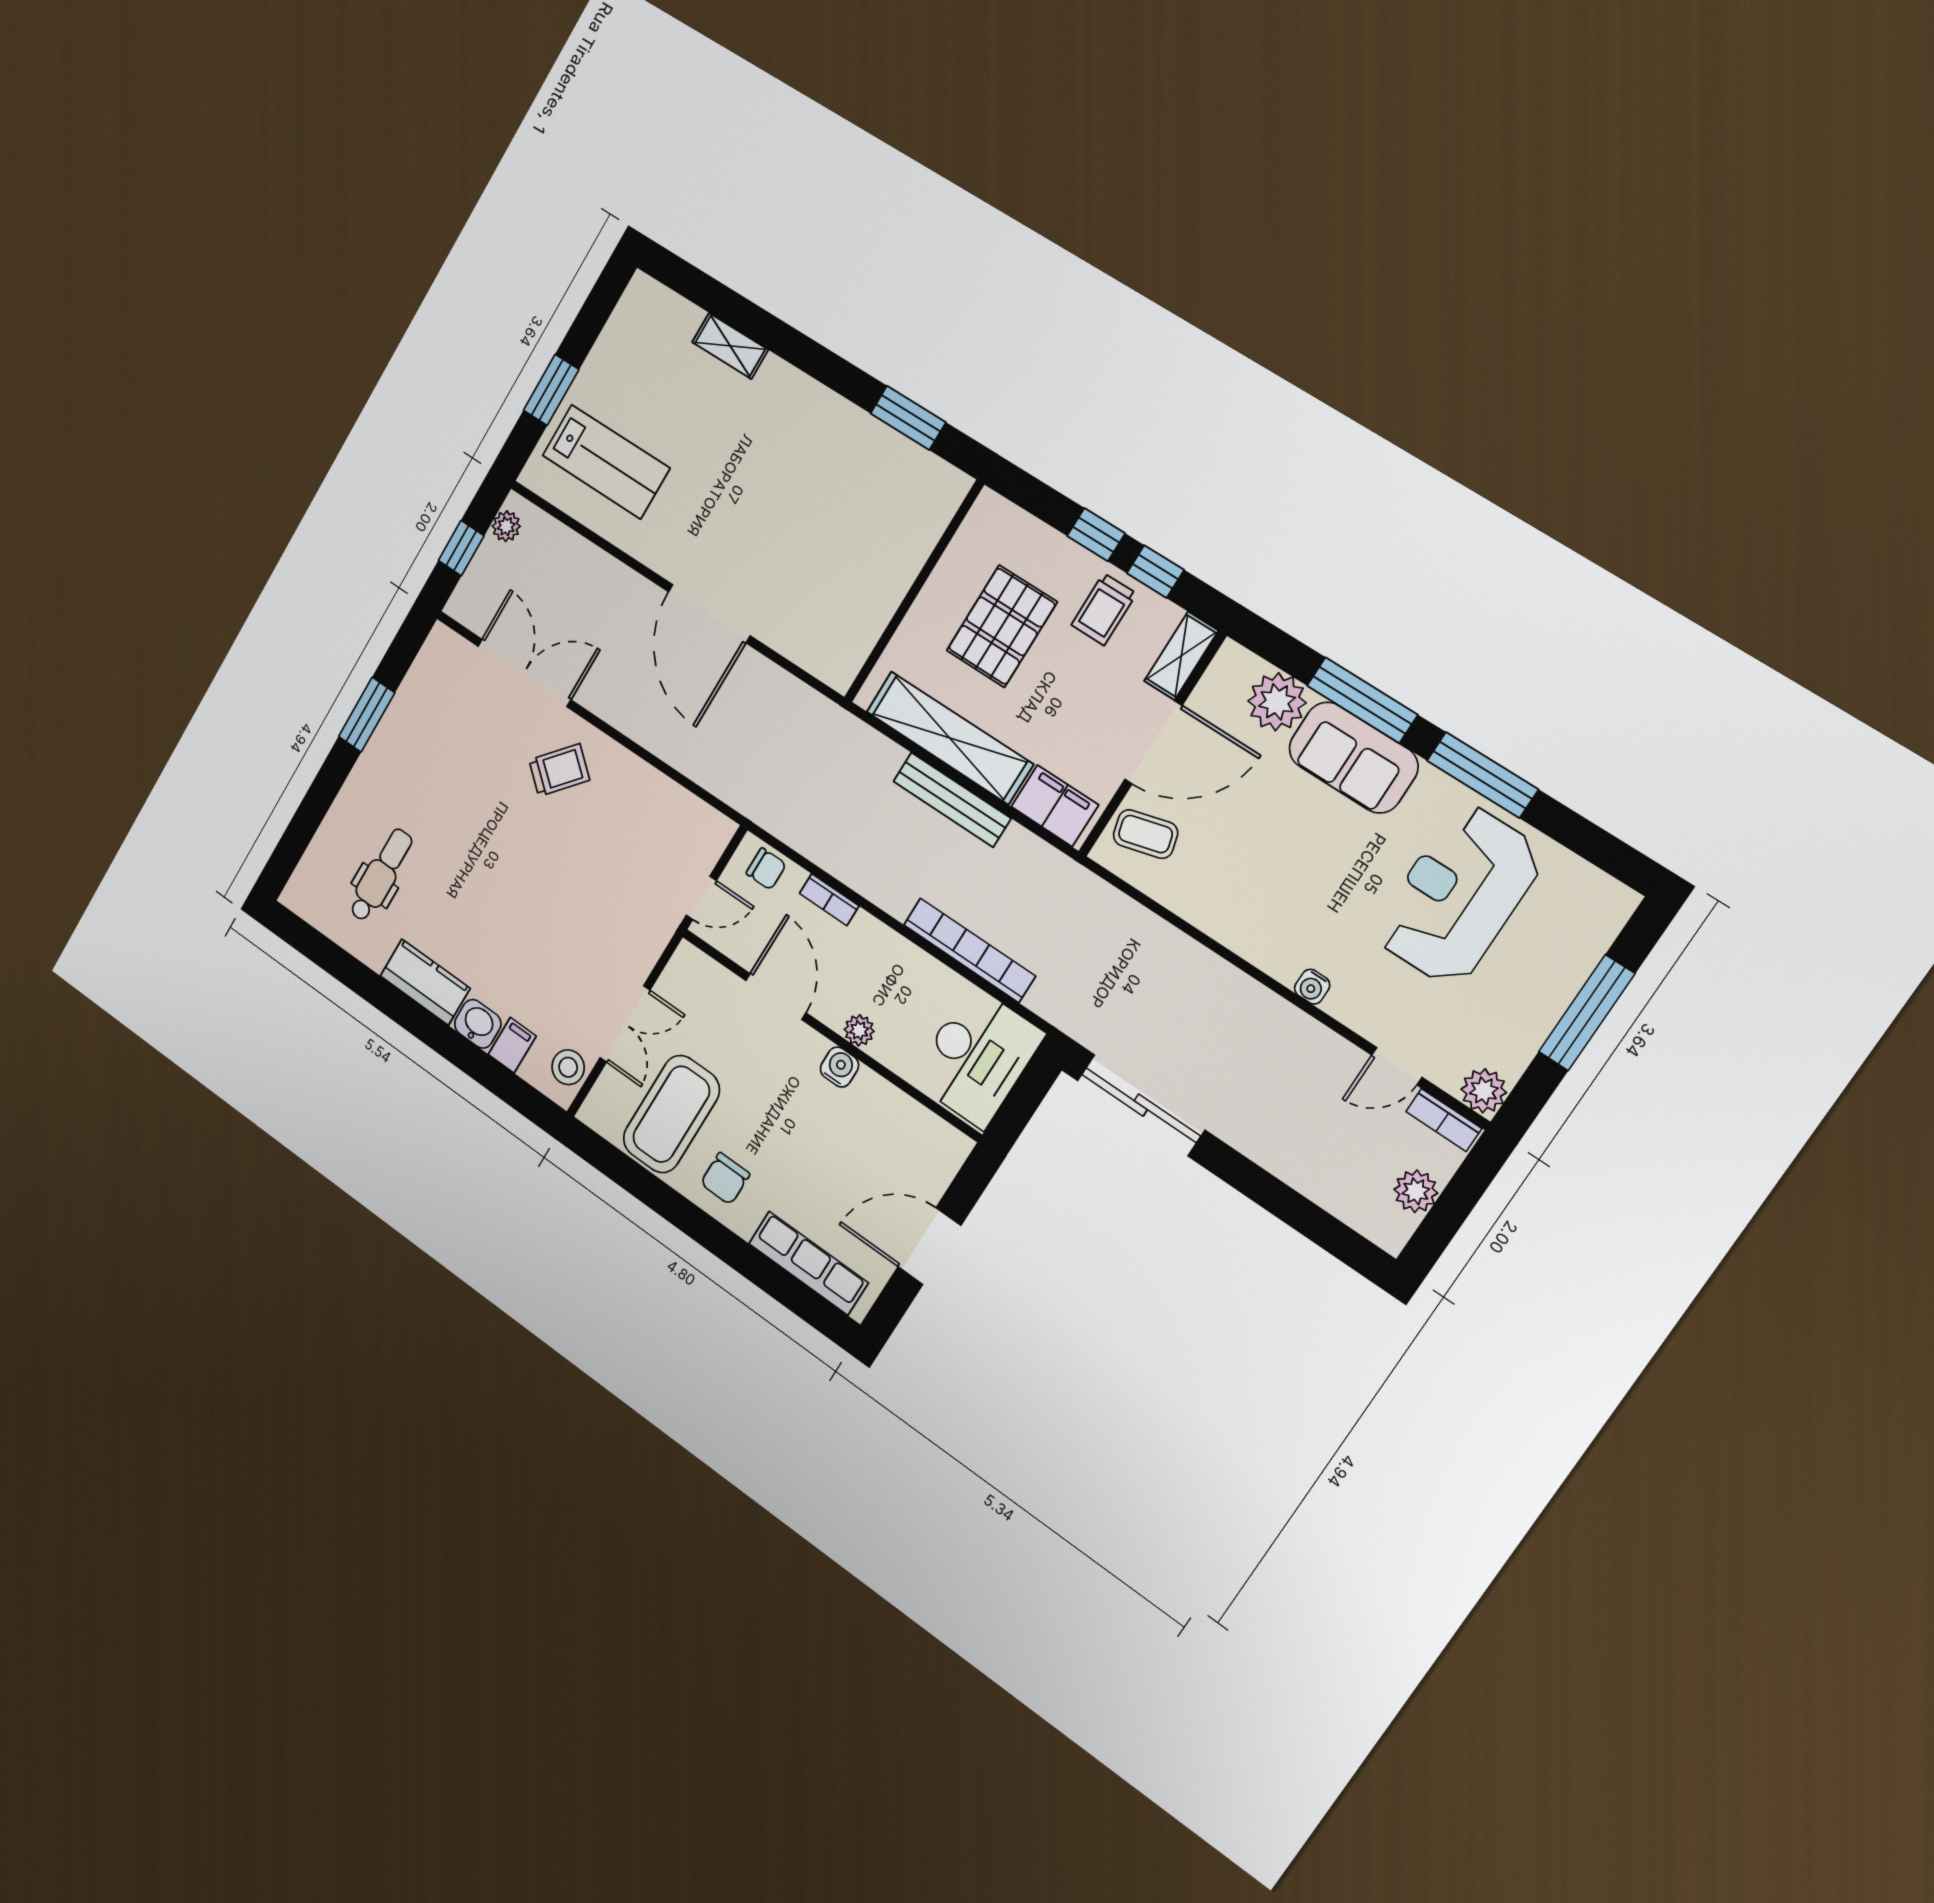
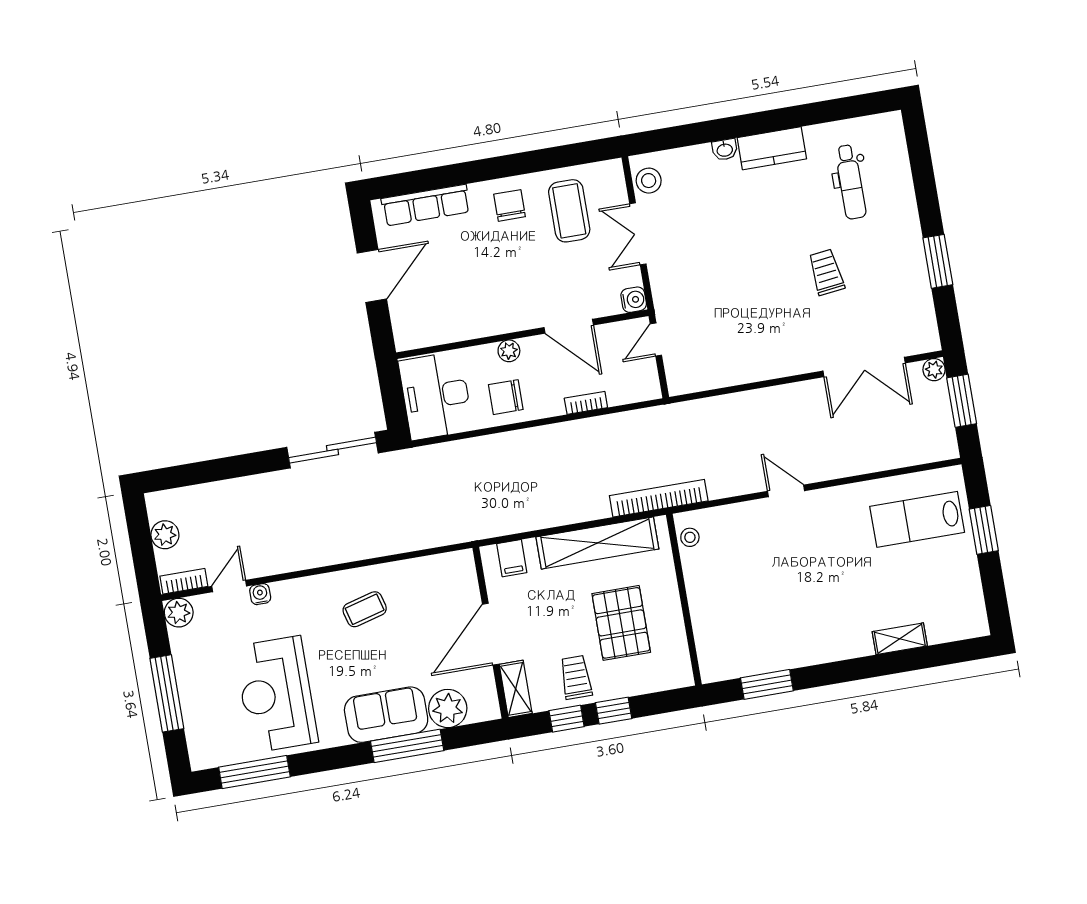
plant: (506, 526) -> (934, 370), moved
window: (461, 548) -> (962, 401), width x1.50
door: (709, 614) -> (786, 491), width x0.53
stool: (849, 654) -> (690, 537), added
trolley: (559, 770) -> (826, 272), moved, turned 132
window: (1482, 775) -> (254, 772), moved
bench: (952, 800) -> (568, 513), removed
filing cabinet: (1055, 806) -> (512, 558), width x0.50
coffee table: (1146, 834) -> (365, 609), moved
chair: (766, 869) -> (506, 397), moved, width x1.37, depth x1.37
reception desk: (1459, 895) -> (276, 694), turned 180
bookcase: (969, 950) -> (659, 498), moved, turned 180
water cooler: (1312, 987) -> (260, 594), moved
washbasin: (478, 1024) -> (725, 150), width x0.72, depth x0.69
filing cabinet: (512, 1045) -> (691, 162), removed
water cooler: (839, 1067) -> (634, 300), moved, turned -90
coffee table: (671, 1114) -> (569, 211), width x0.73, depth x0.76

